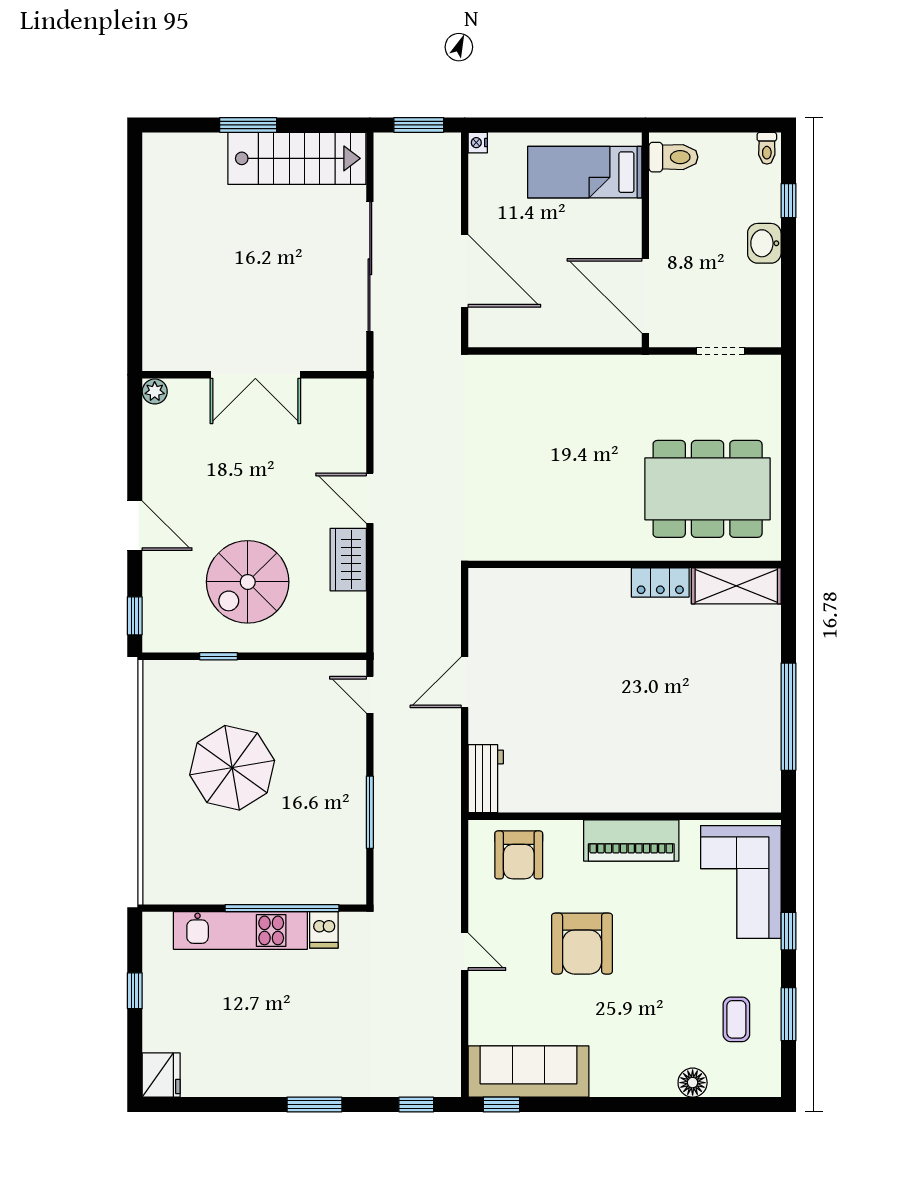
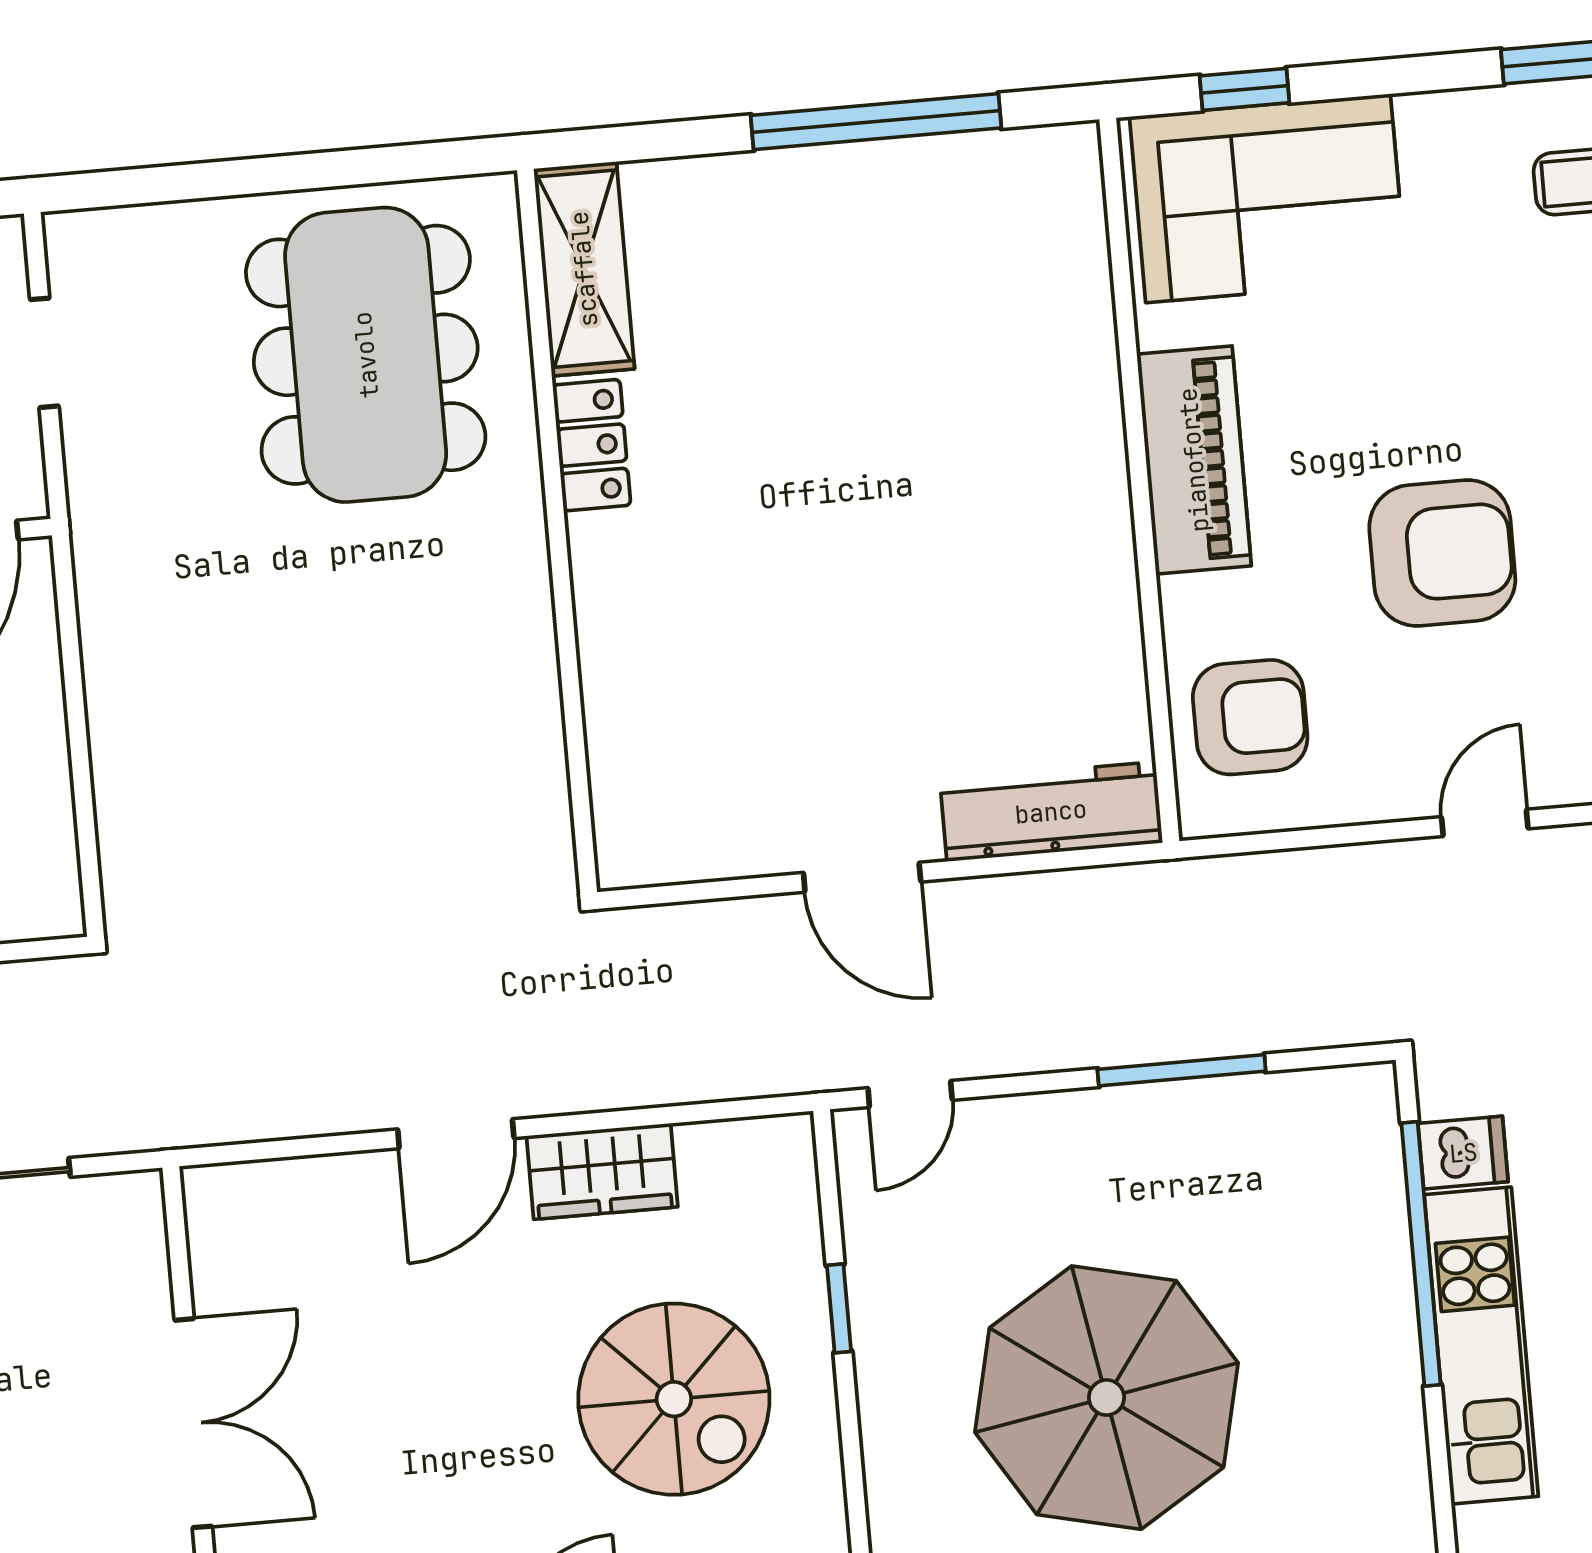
window: (218, 656) -> (839, 1308), moved
parasol: (232, 768) -> (1106, 1398), width x1.36, depth x1.36
workbench: (486, 779) -> (1051, 812), width x1.38
window: (788, 931) -> (1244, 89), moved

